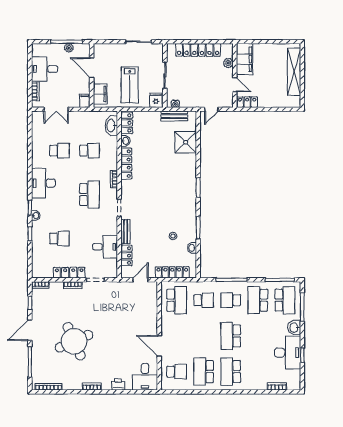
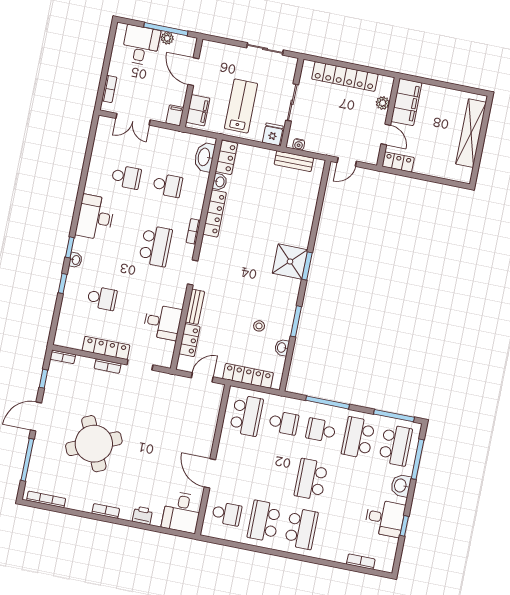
desk: (45, 69) -> (141, 45), moved, turned 90
lab bench: (130, 85) -> (241, 106), turned 180
shower: (186, 142) -> (290, 262), moved
desk: (288, 353) -> (385, 518), width x0.73
school desk: (231, 372) -> (301, 529), turned 180

